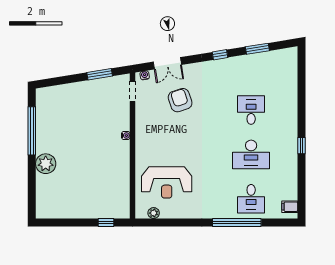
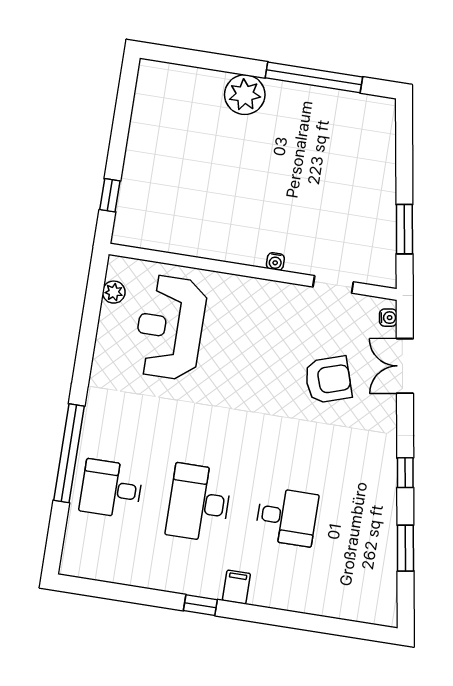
doorway: (133, 91) -> (333, 284), moved
filing cabinet: (290, 207) -> (236, 587), moved

